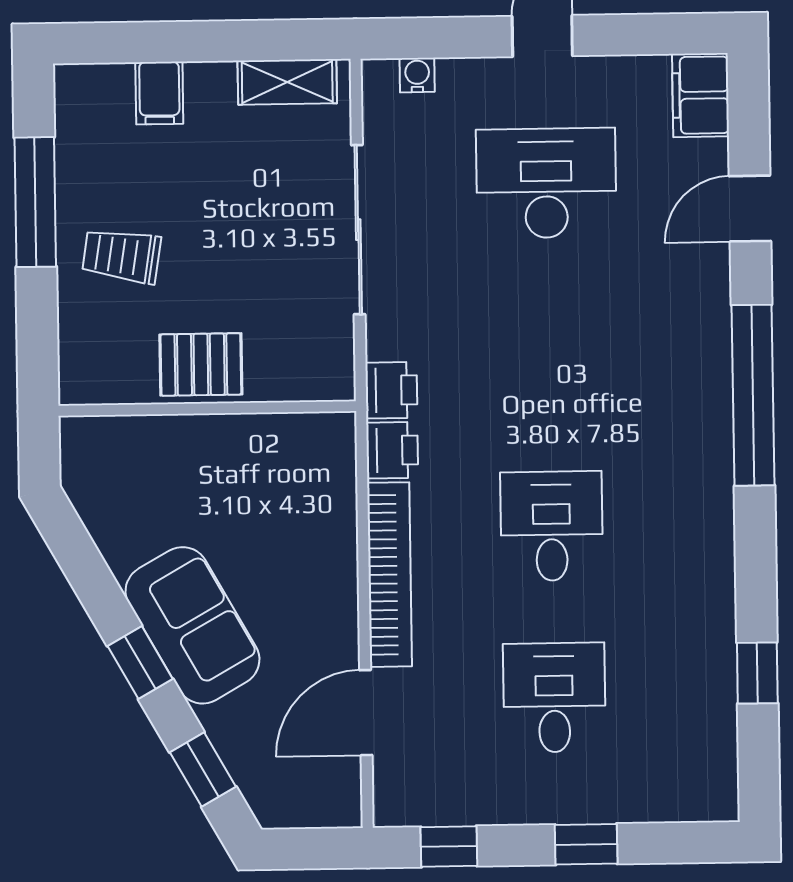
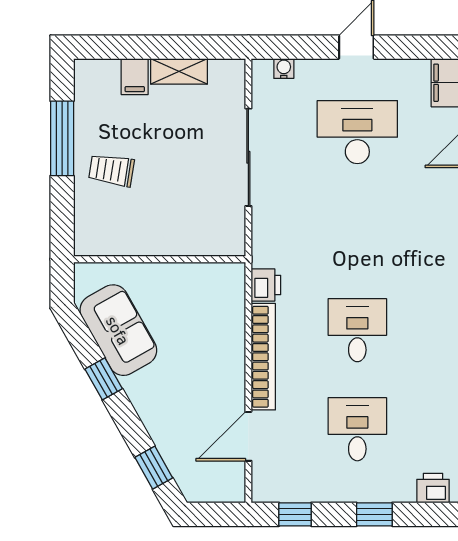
shelving: (287, 82) -> (179, 71), moved
pallet: (201, 364) -> (156, 234), removed
printer: (391, 390) -> (433, 488), moved, turned -90
sofa: (192, 625) -> (118, 330), moved
window: (140, 663) -> (104, 379), moved

